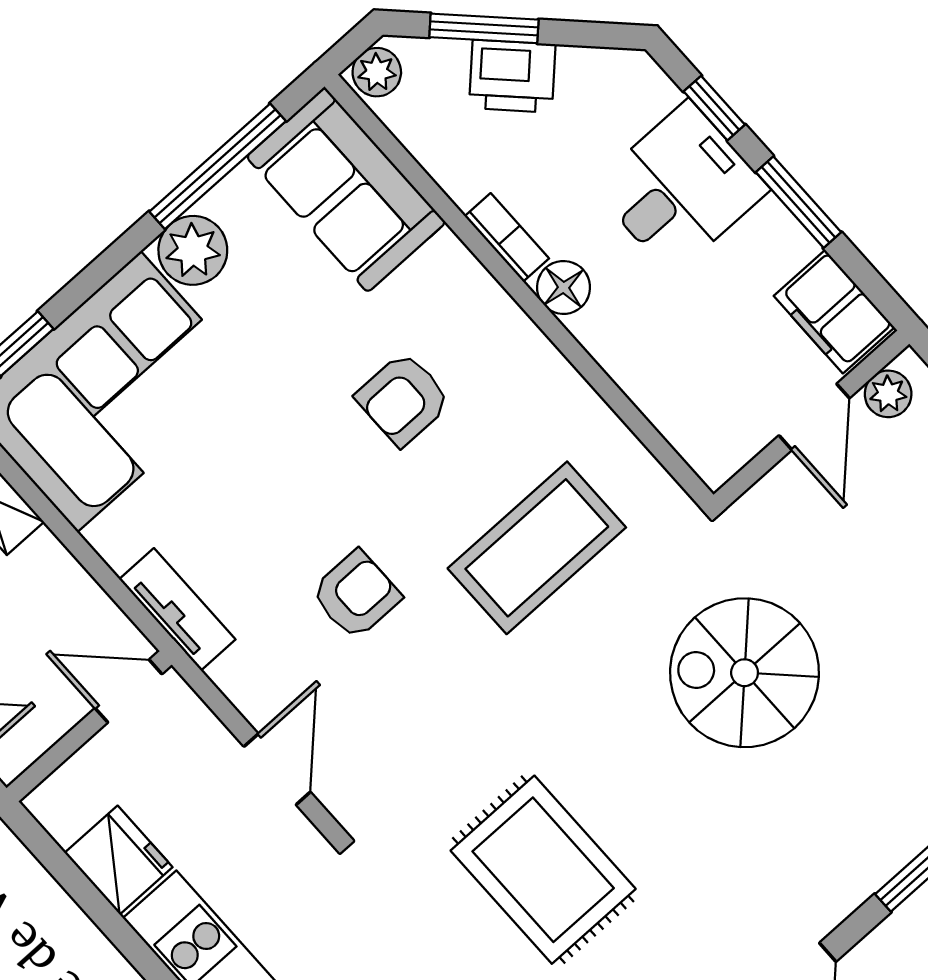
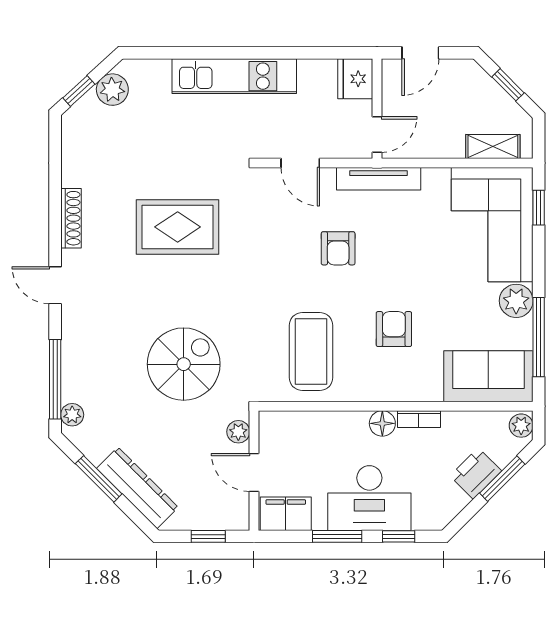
desk: (680, 188) -> (369, 498), width x1.37
plant: (888, 394) -> (238, 432), moved
coffee table: (537, 548) -> (311, 352), moved
tv unit: (177, 609) -> (379, 179), width x1.41
fridge: (119, 860) -> (355, 79), moved, turned 90

